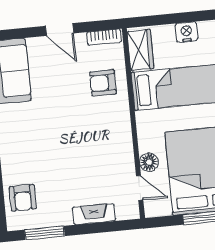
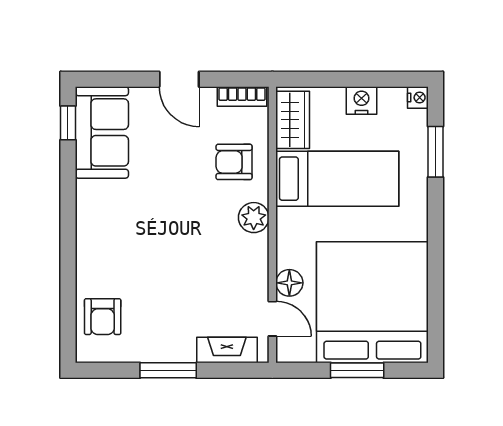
plant: (120, 120) -> (254, 218), added
fireplace: (94, 214) -> (227, 350), moved
window: (45, 233) -> (168, 370), moved

